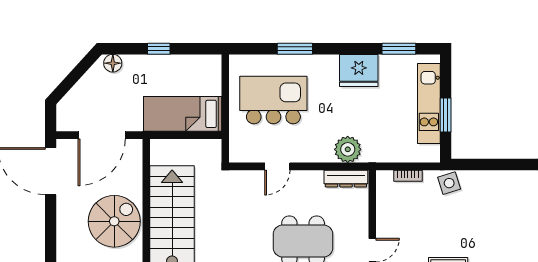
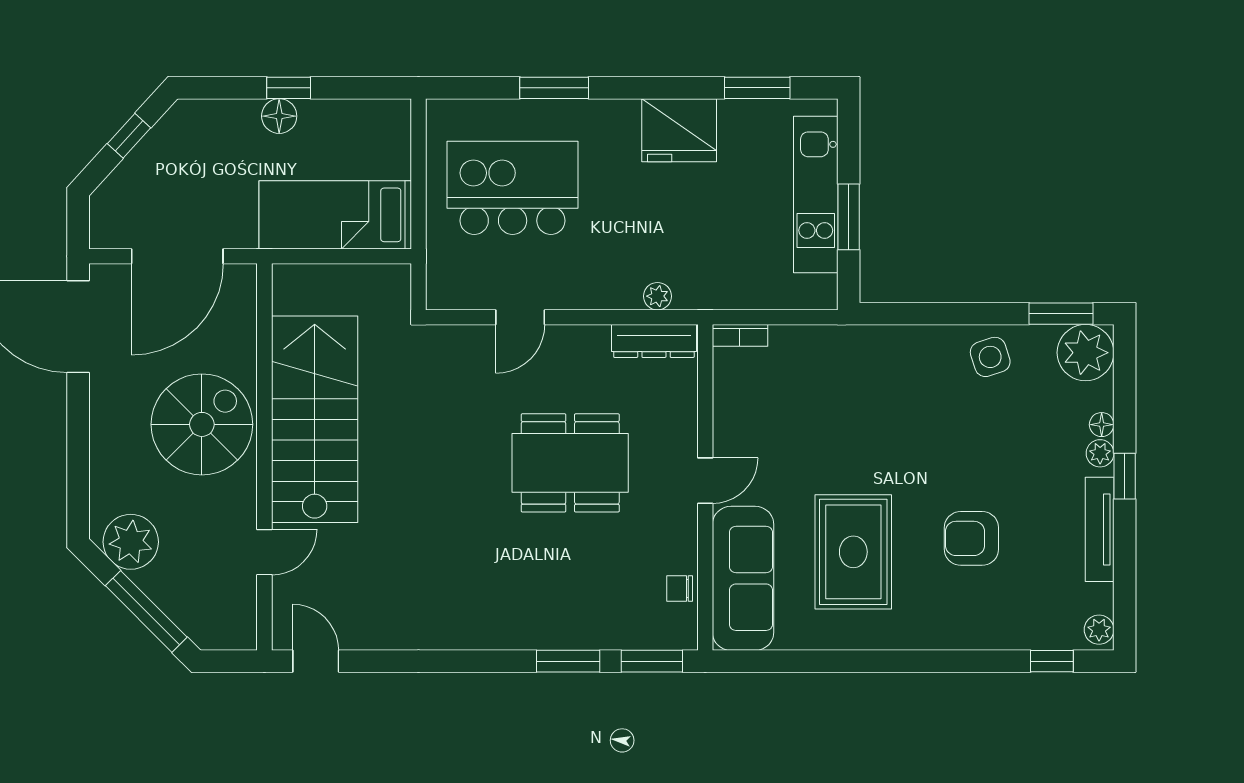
floor lamp: (113, 63) -> (279, 116), moved
window: (77, 73) -> (129, 136), added
plant: (348, 149) -> (657, 296), width x0.53, depth x0.53
bookcase: (408, 176) -> (740, 335), moved
side table: (449, 183) -> (990, 357), moved

